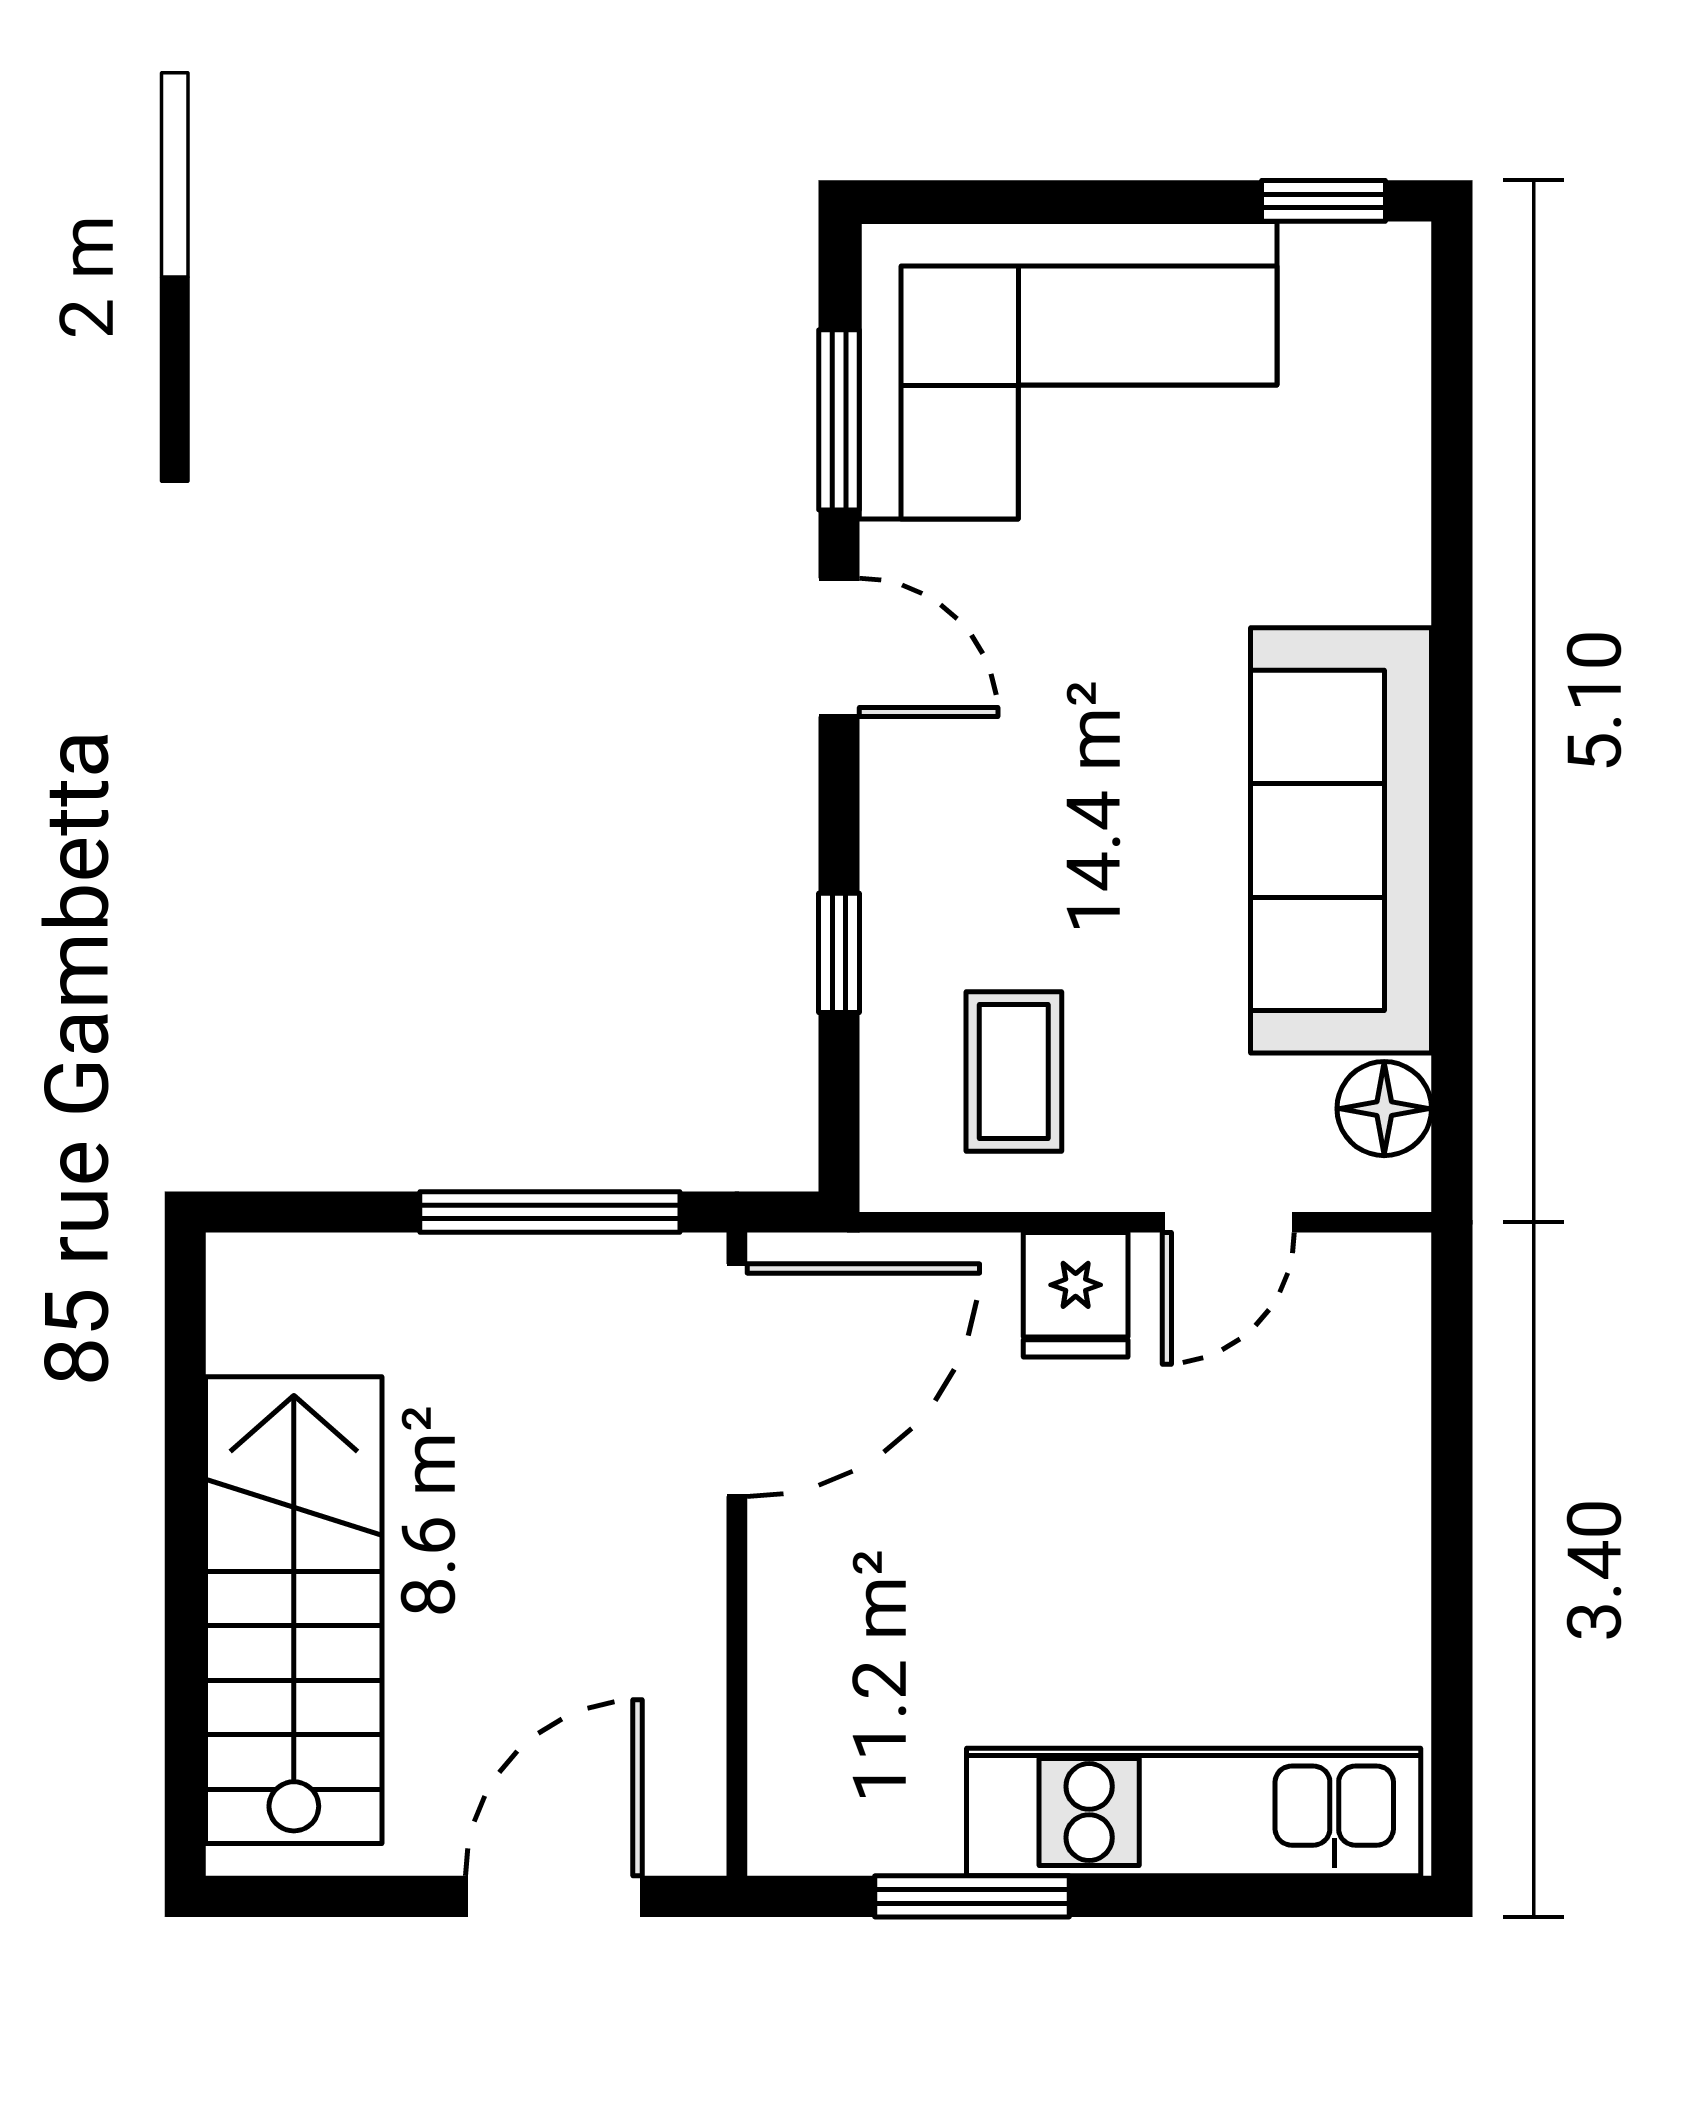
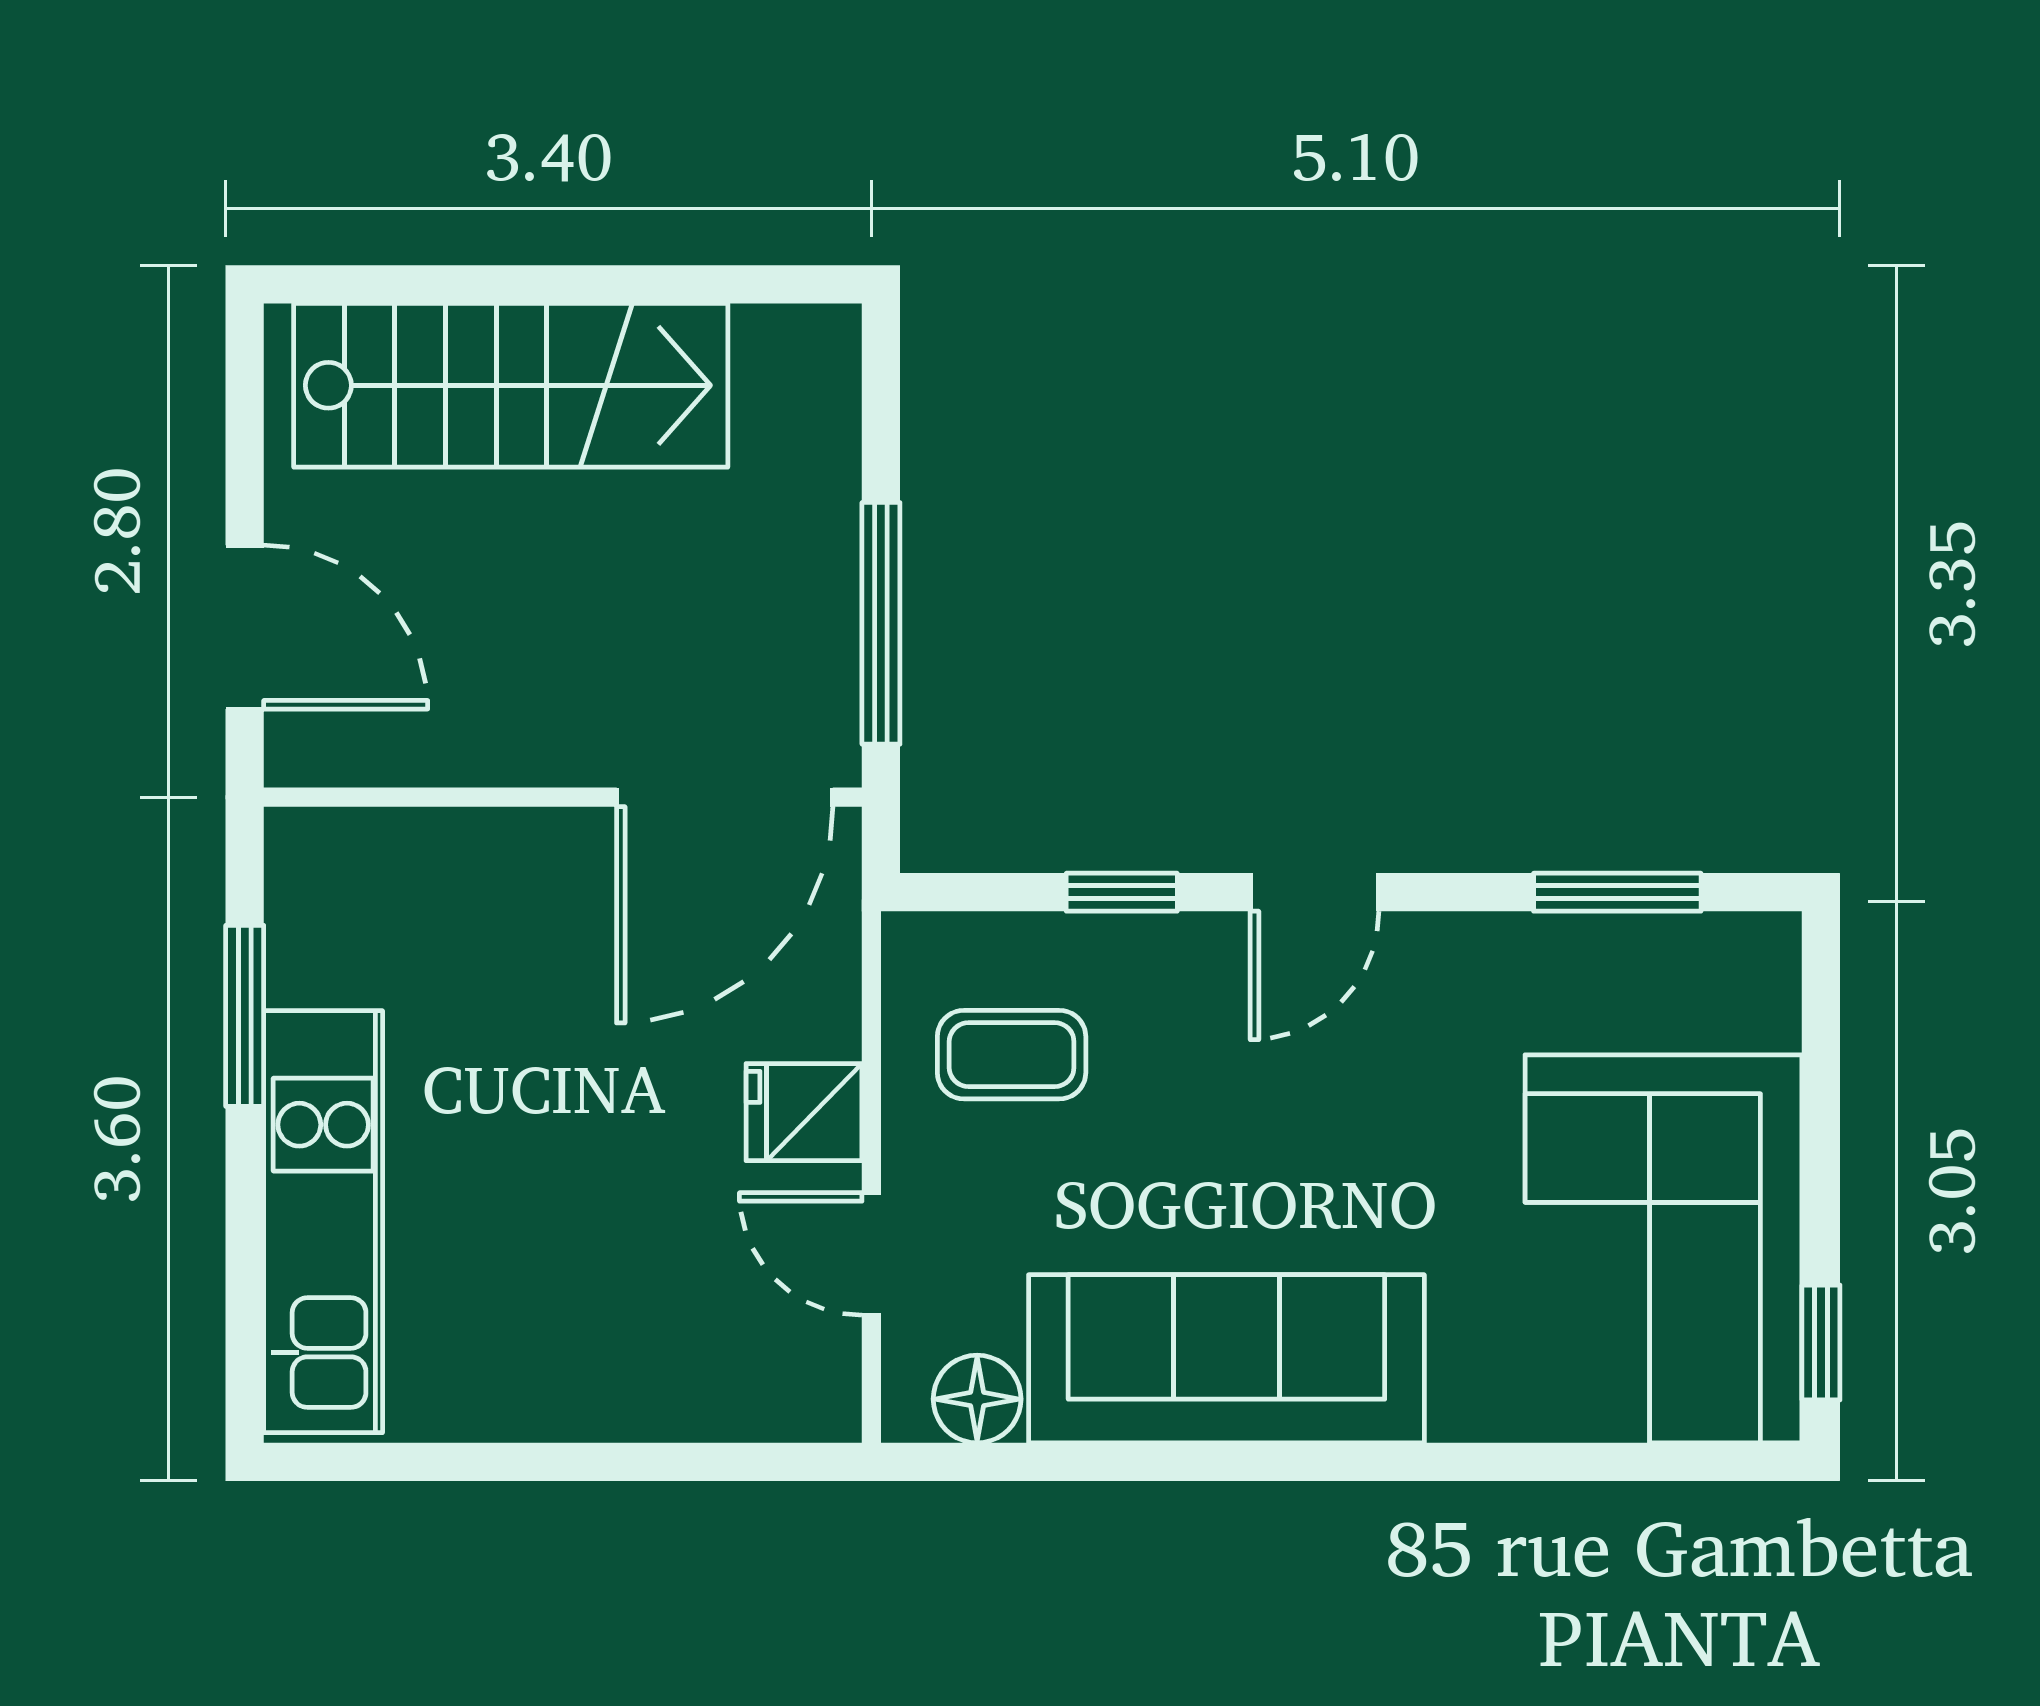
corner sofa: (1068, 370) -> (1664, 1249), moved
door: (839, 647) -> (1315, 892), moved
door: (737, 1380) -> (725, 797), hinge flipped

